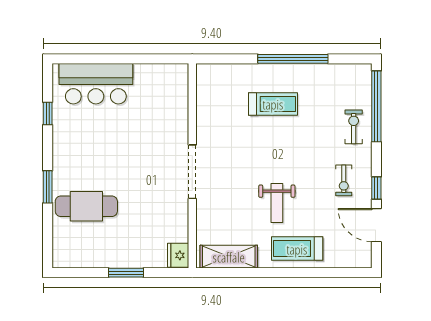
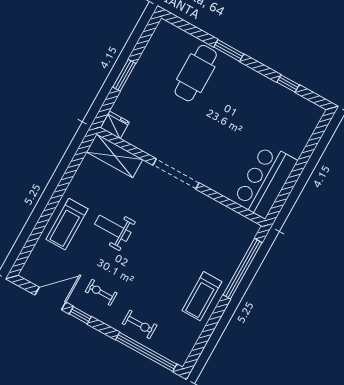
window: (293, 59) -> (243, 269), moved
bar counter: (96, 84) -> (265, 181), moved
treadmill: (273, 104) -> (202, 296), moved
treadmill: (297, 249) -> (67, 224), turned 180
shelving: (229, 257) -> (115, 156), moved, turned 90

